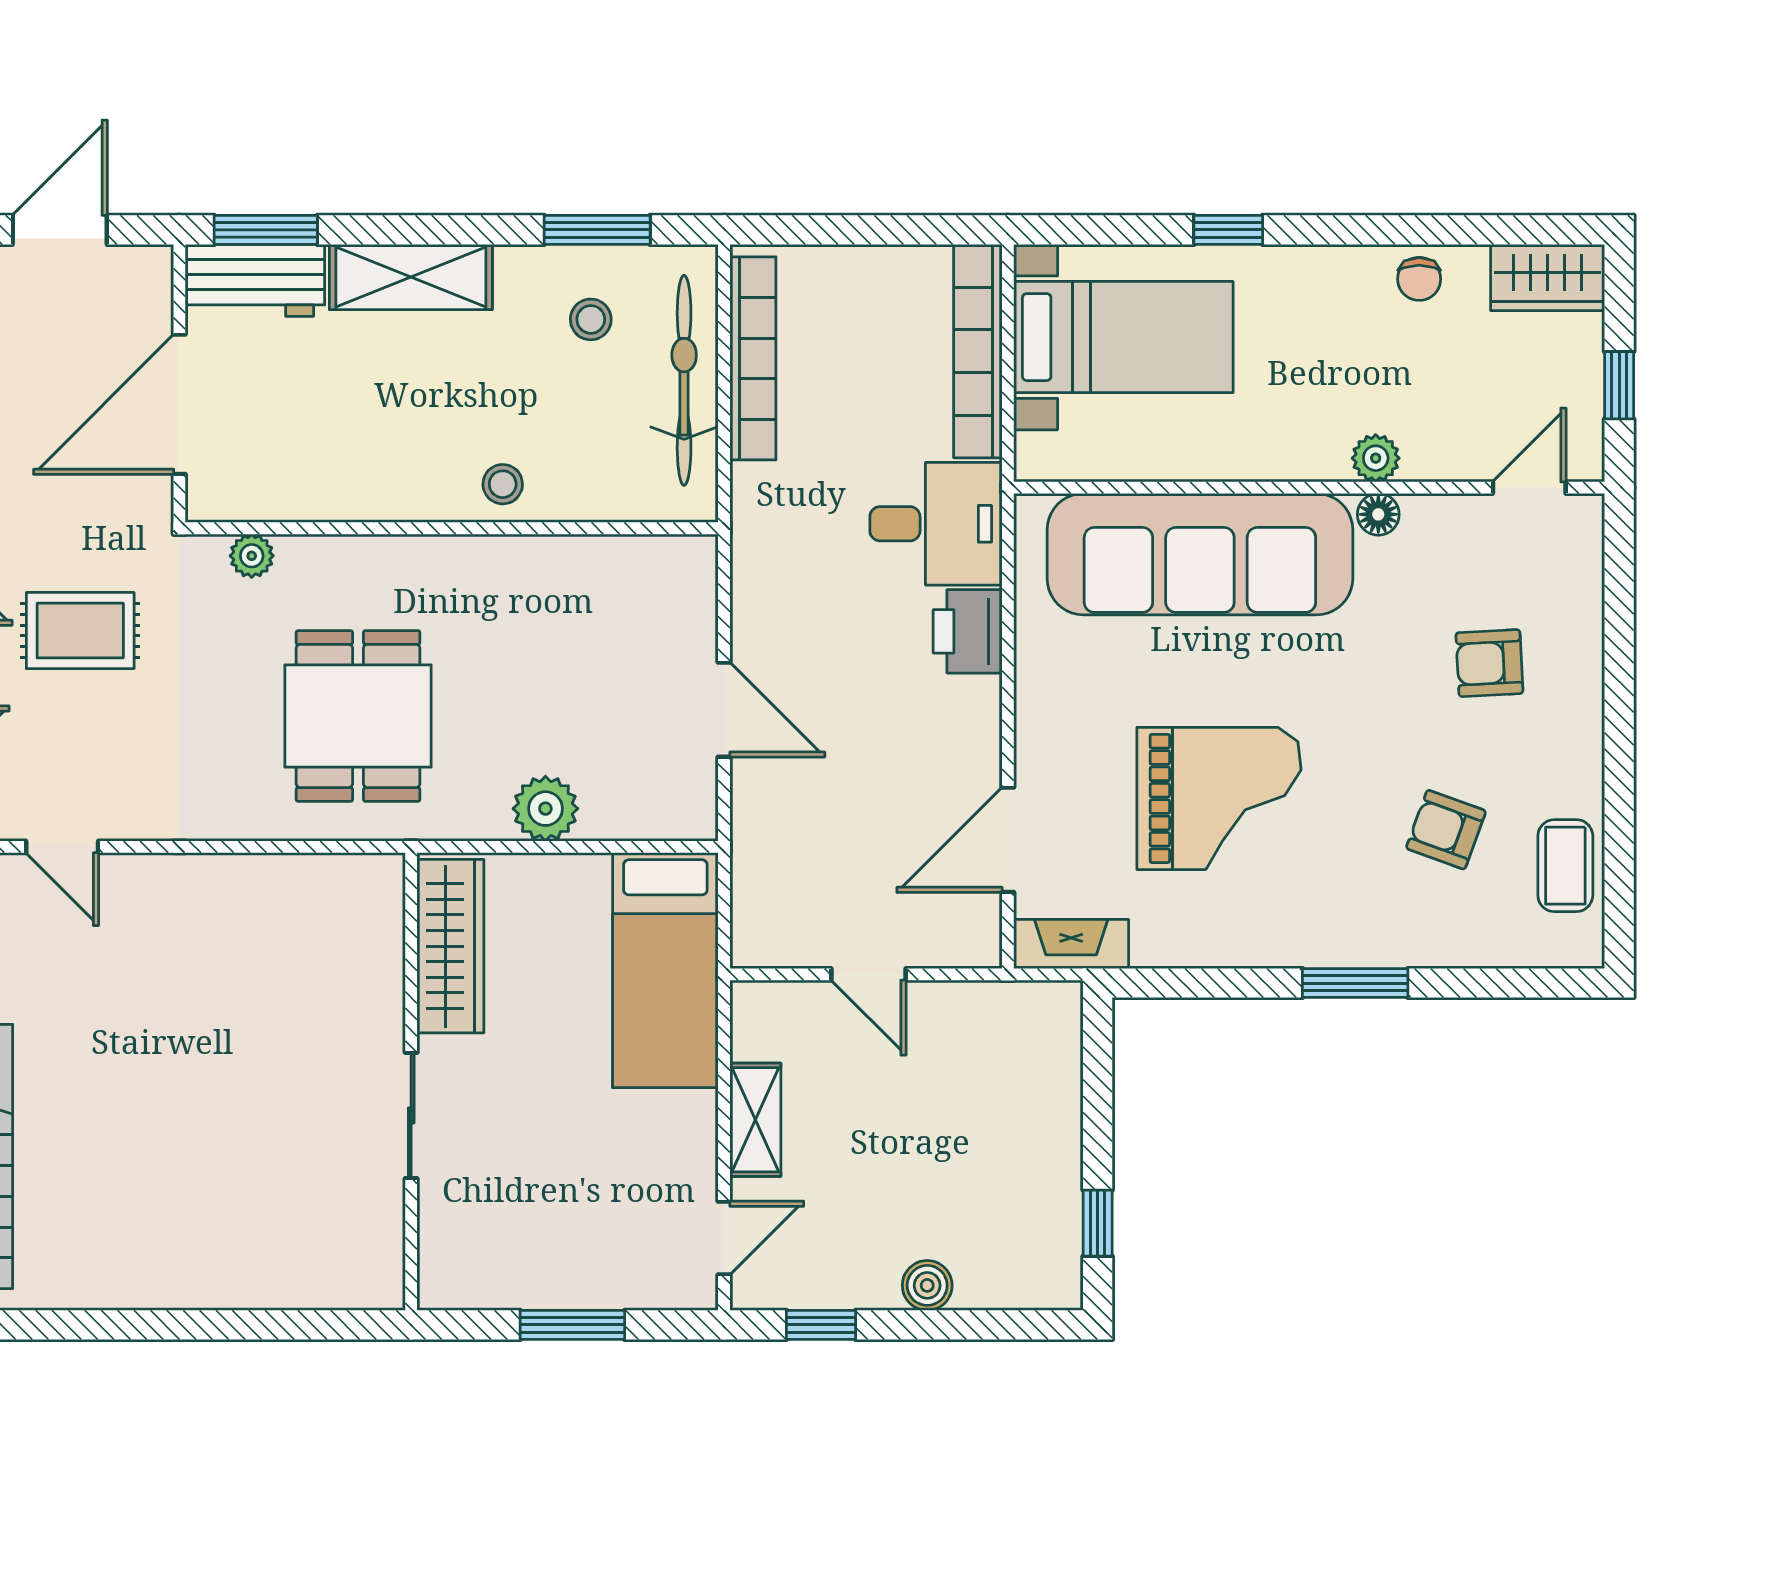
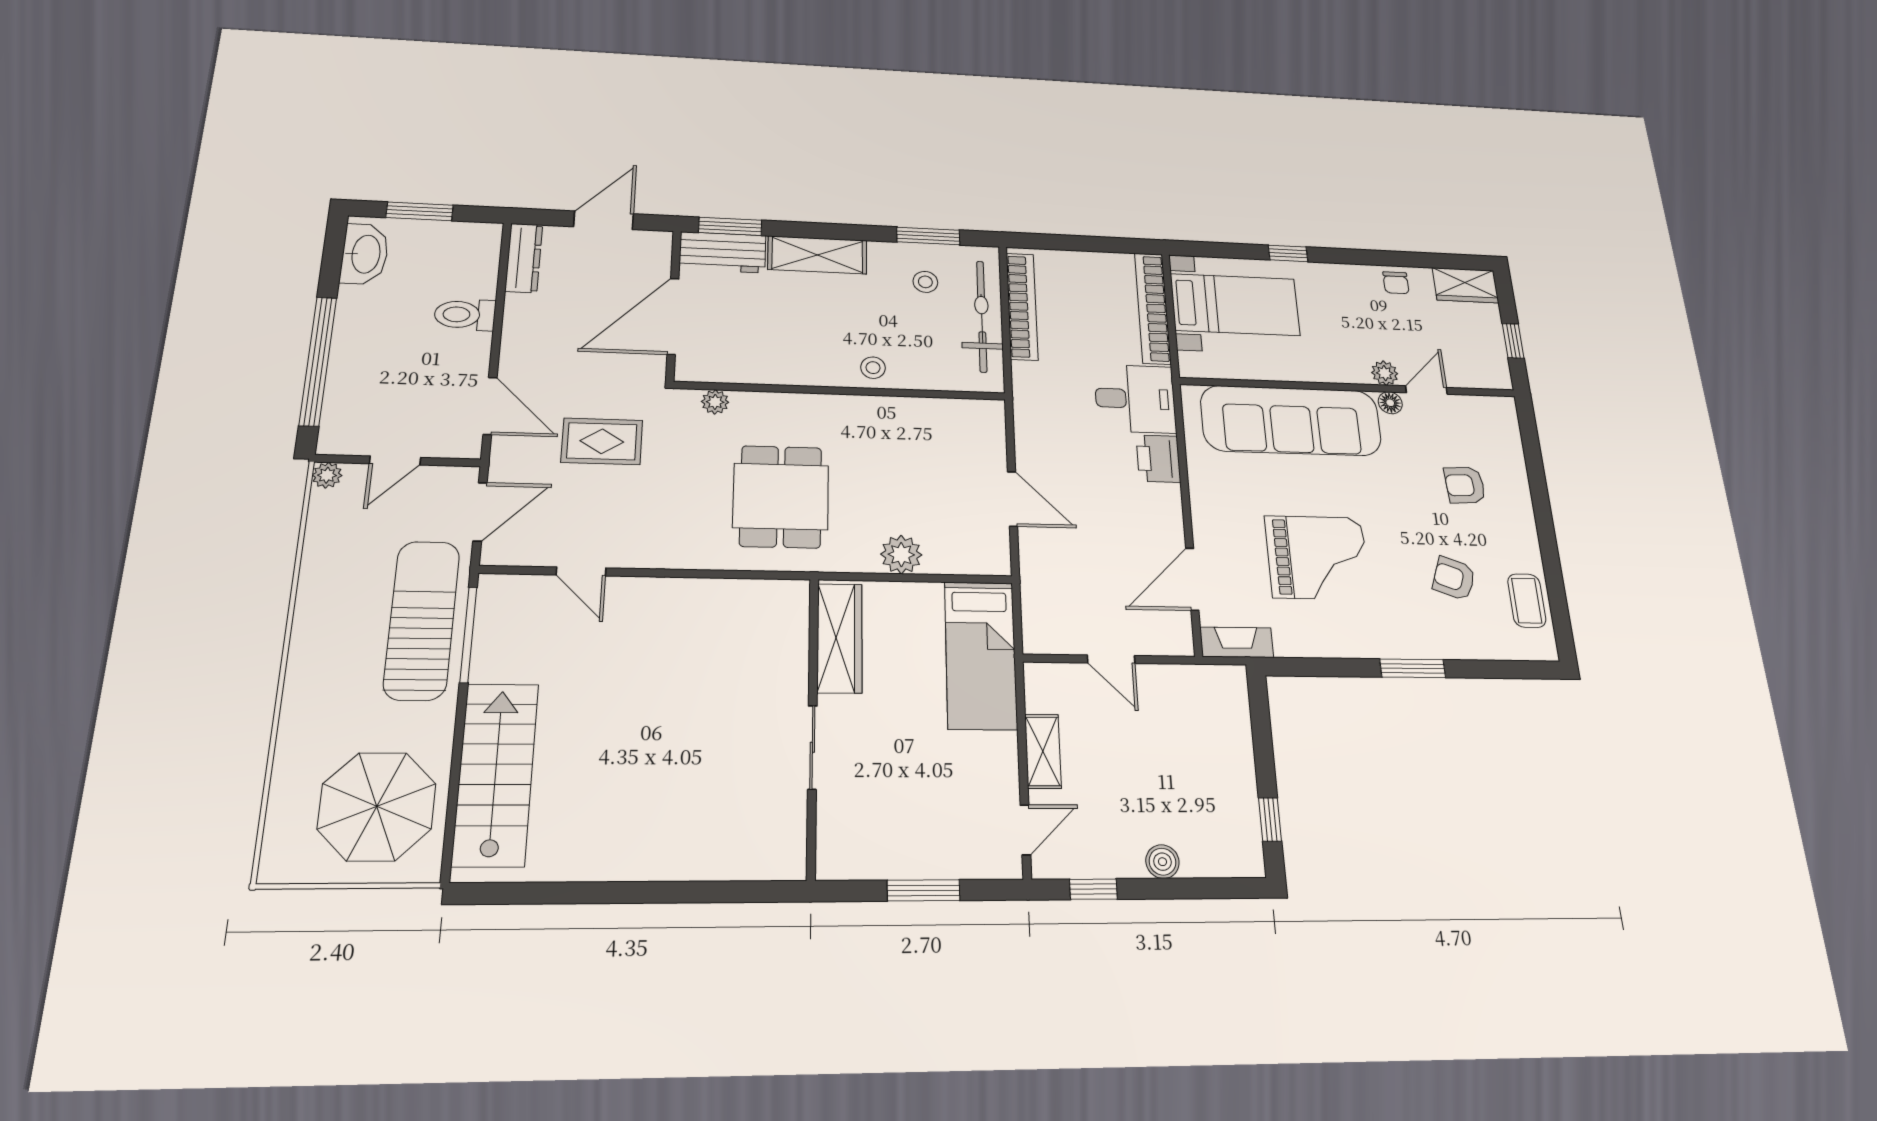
door: (1529, 488) -> (1426, 390), moved

